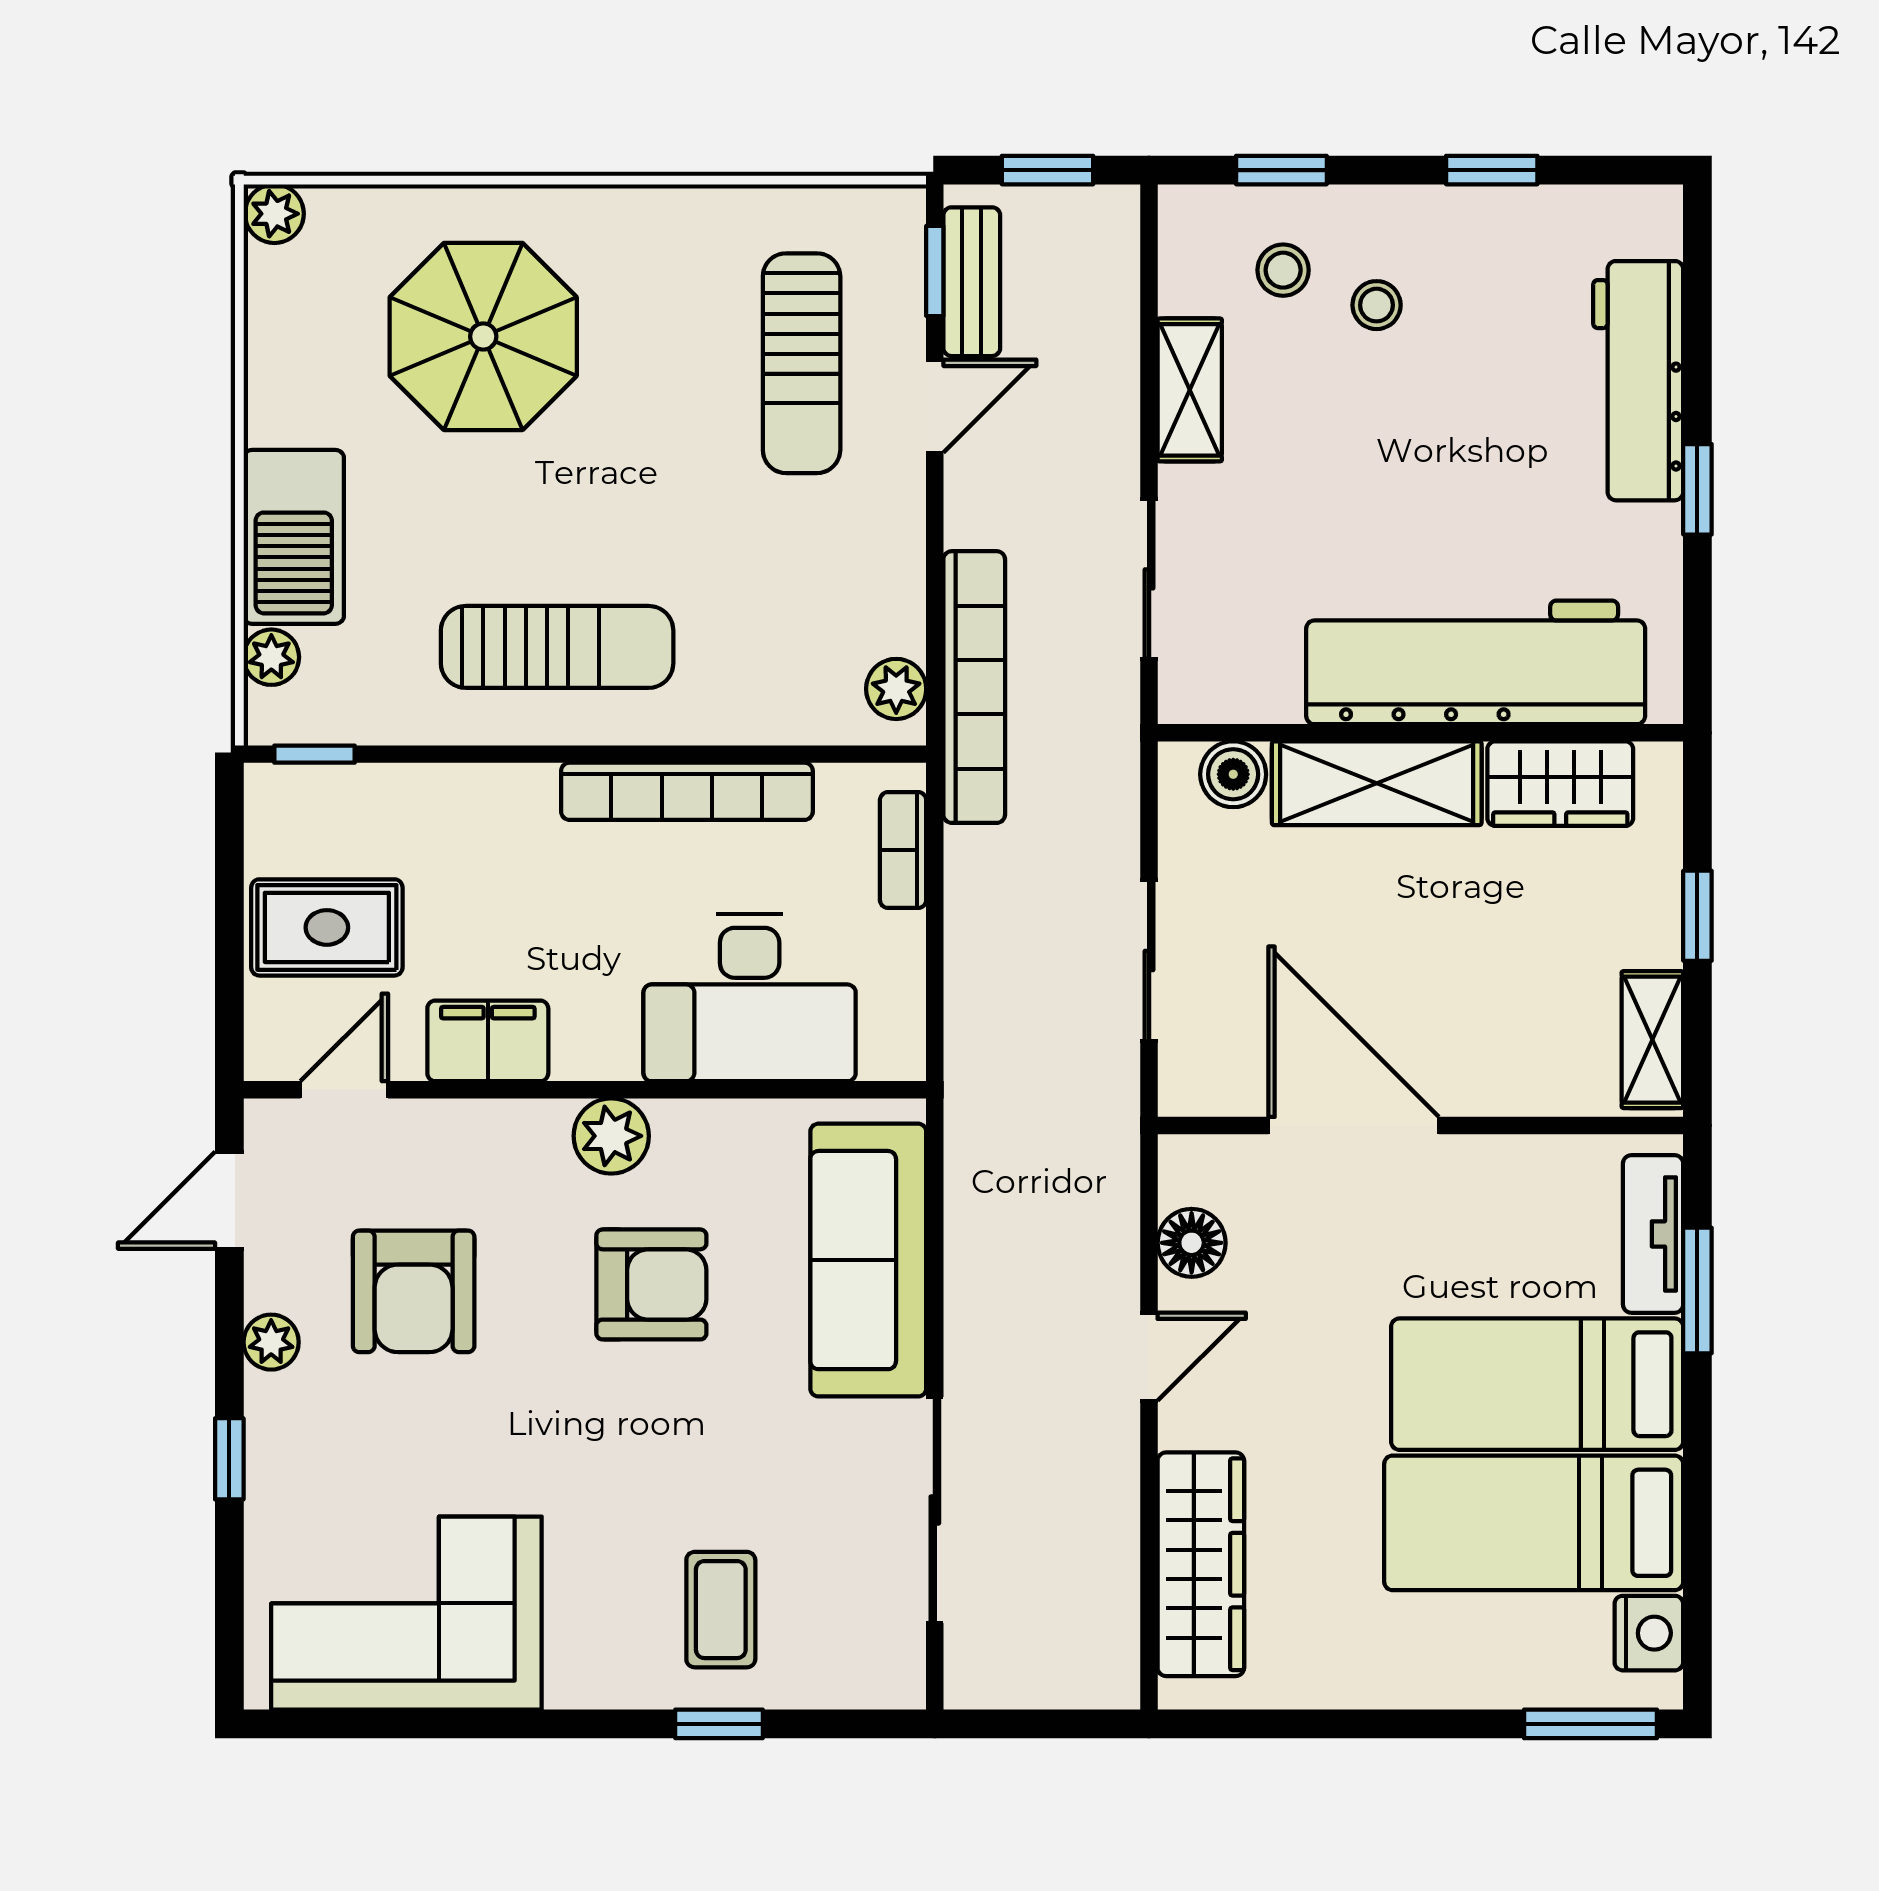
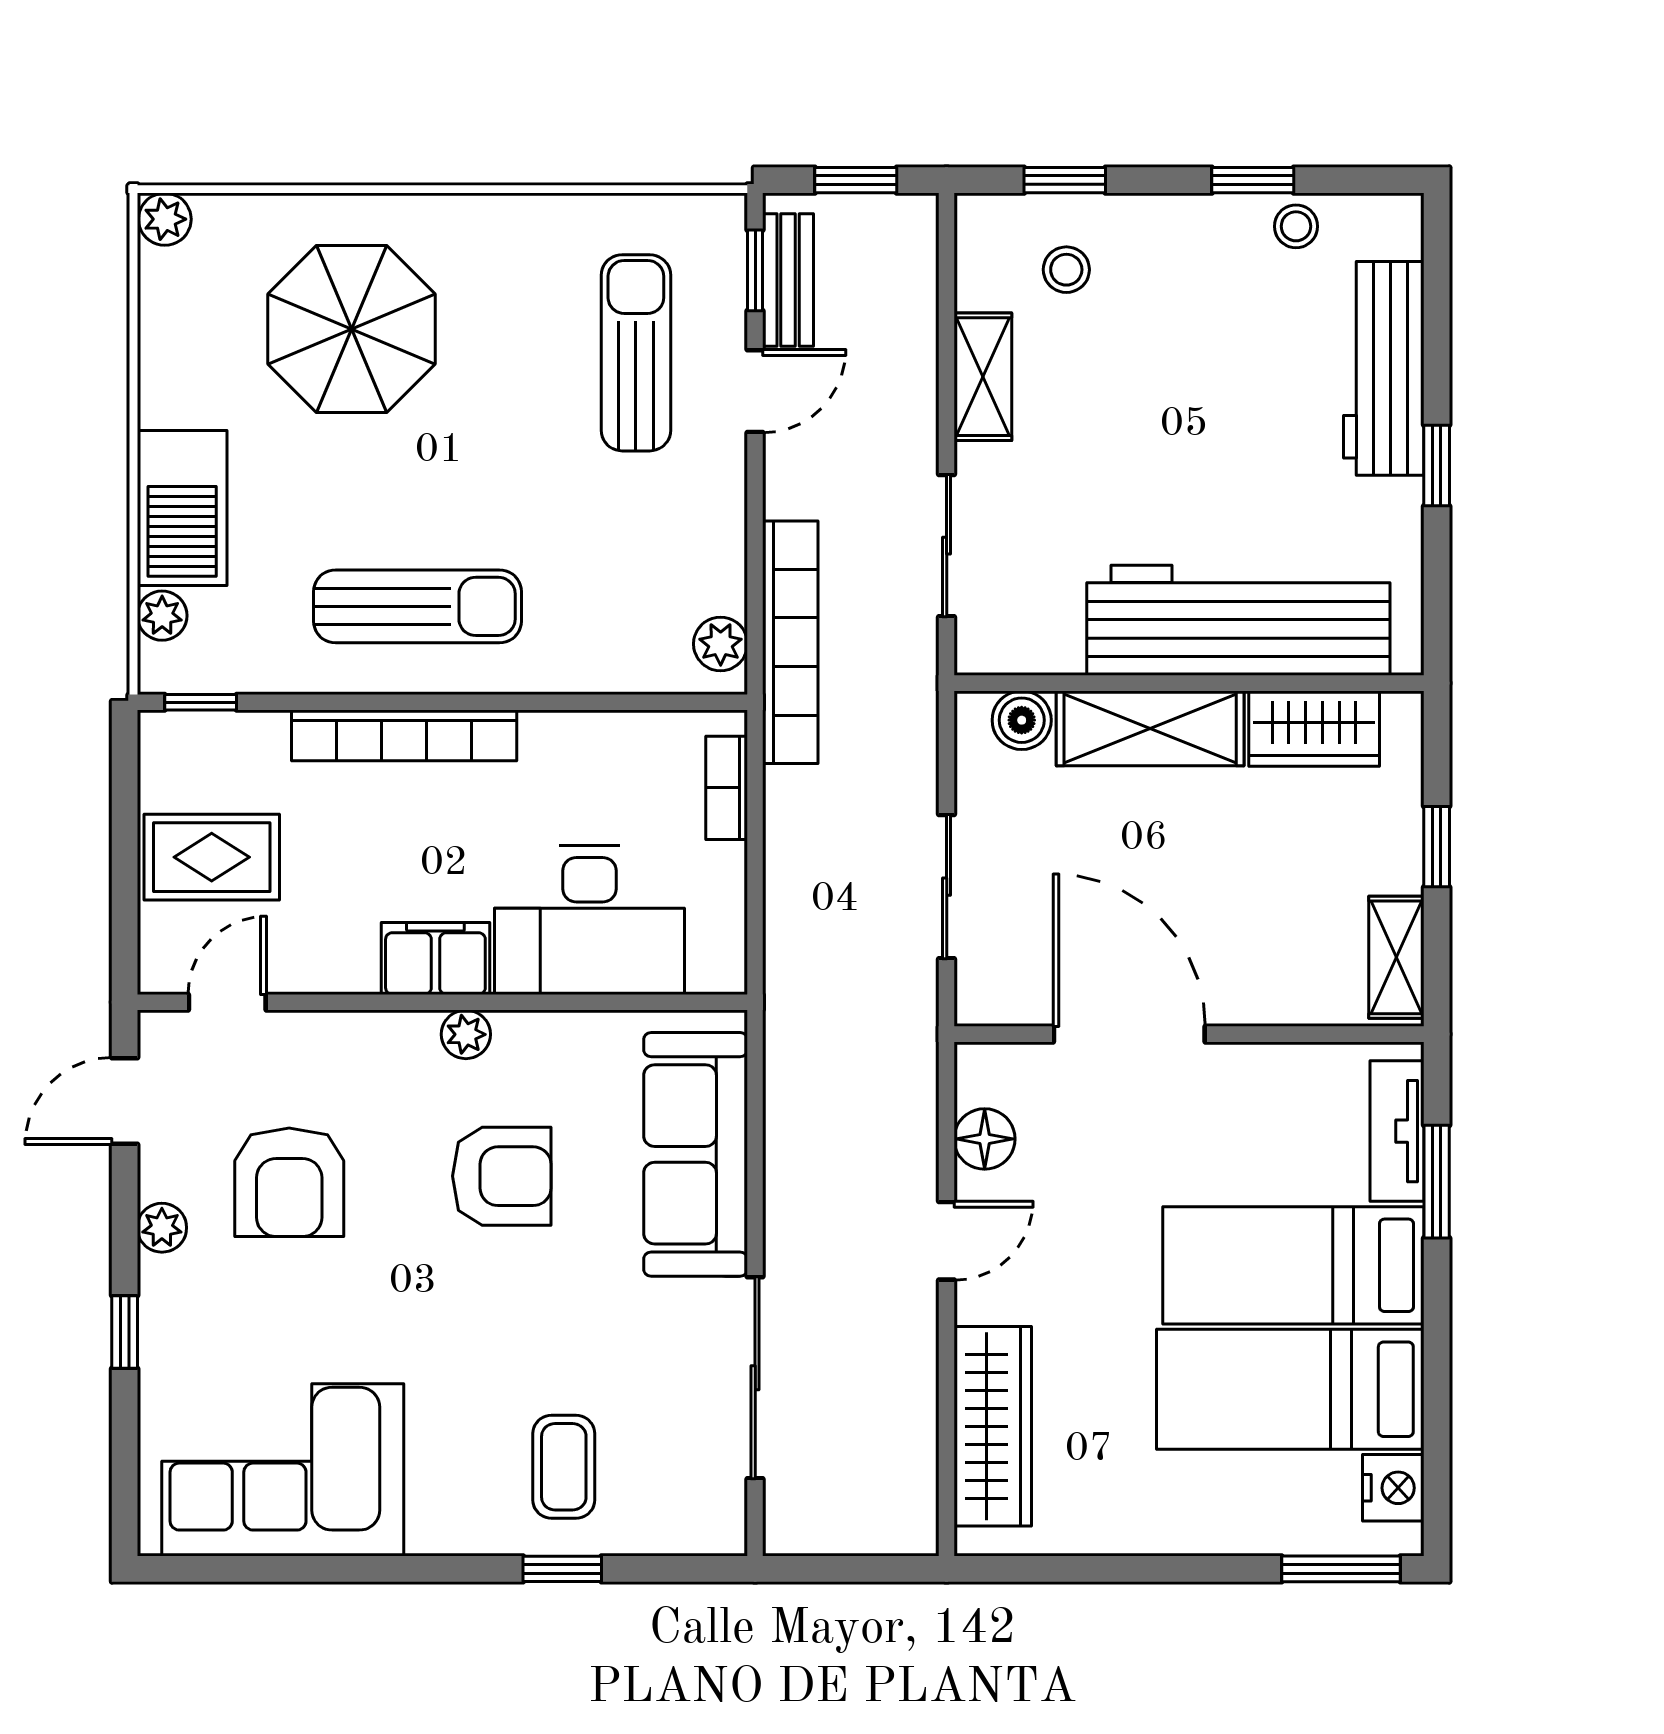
stool: (1377, 305) -> (1296, 226), moved
sun lounger: (802, 363) -> (636, 353), turned 180
bookcase: (687, 791) -> (404, 735), moved
filing cabinet: (488, 1041) -> (435, 958), moved
plant: (611, 1136) -> (466, 1034), width x0.73, depth x0.73

